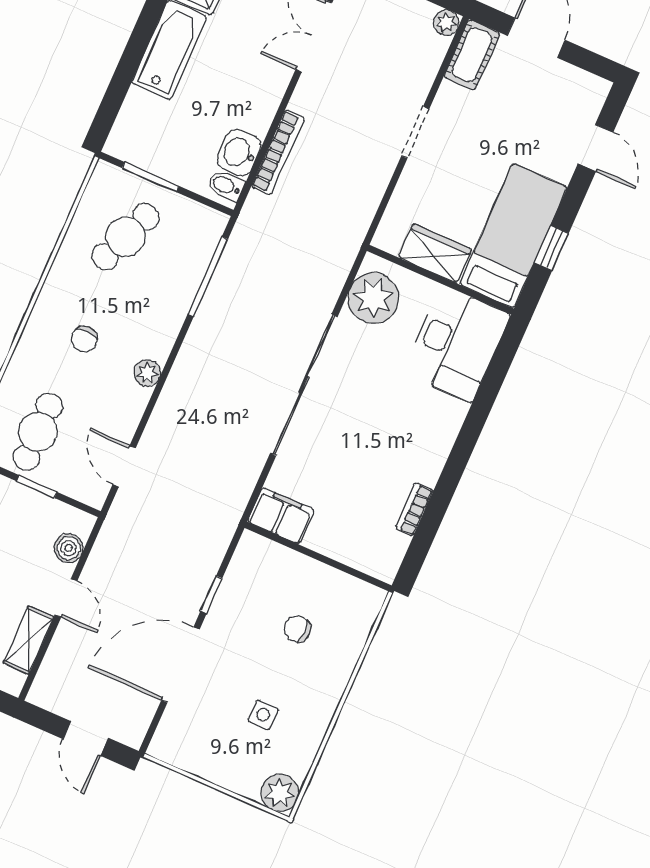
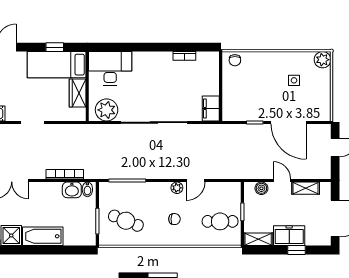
door: (124, 466) -> (196, 180), moved
door: (66, 598) -> (282, 180), hinge flipped
chair: (297, 629) -> (235, 60), moved

